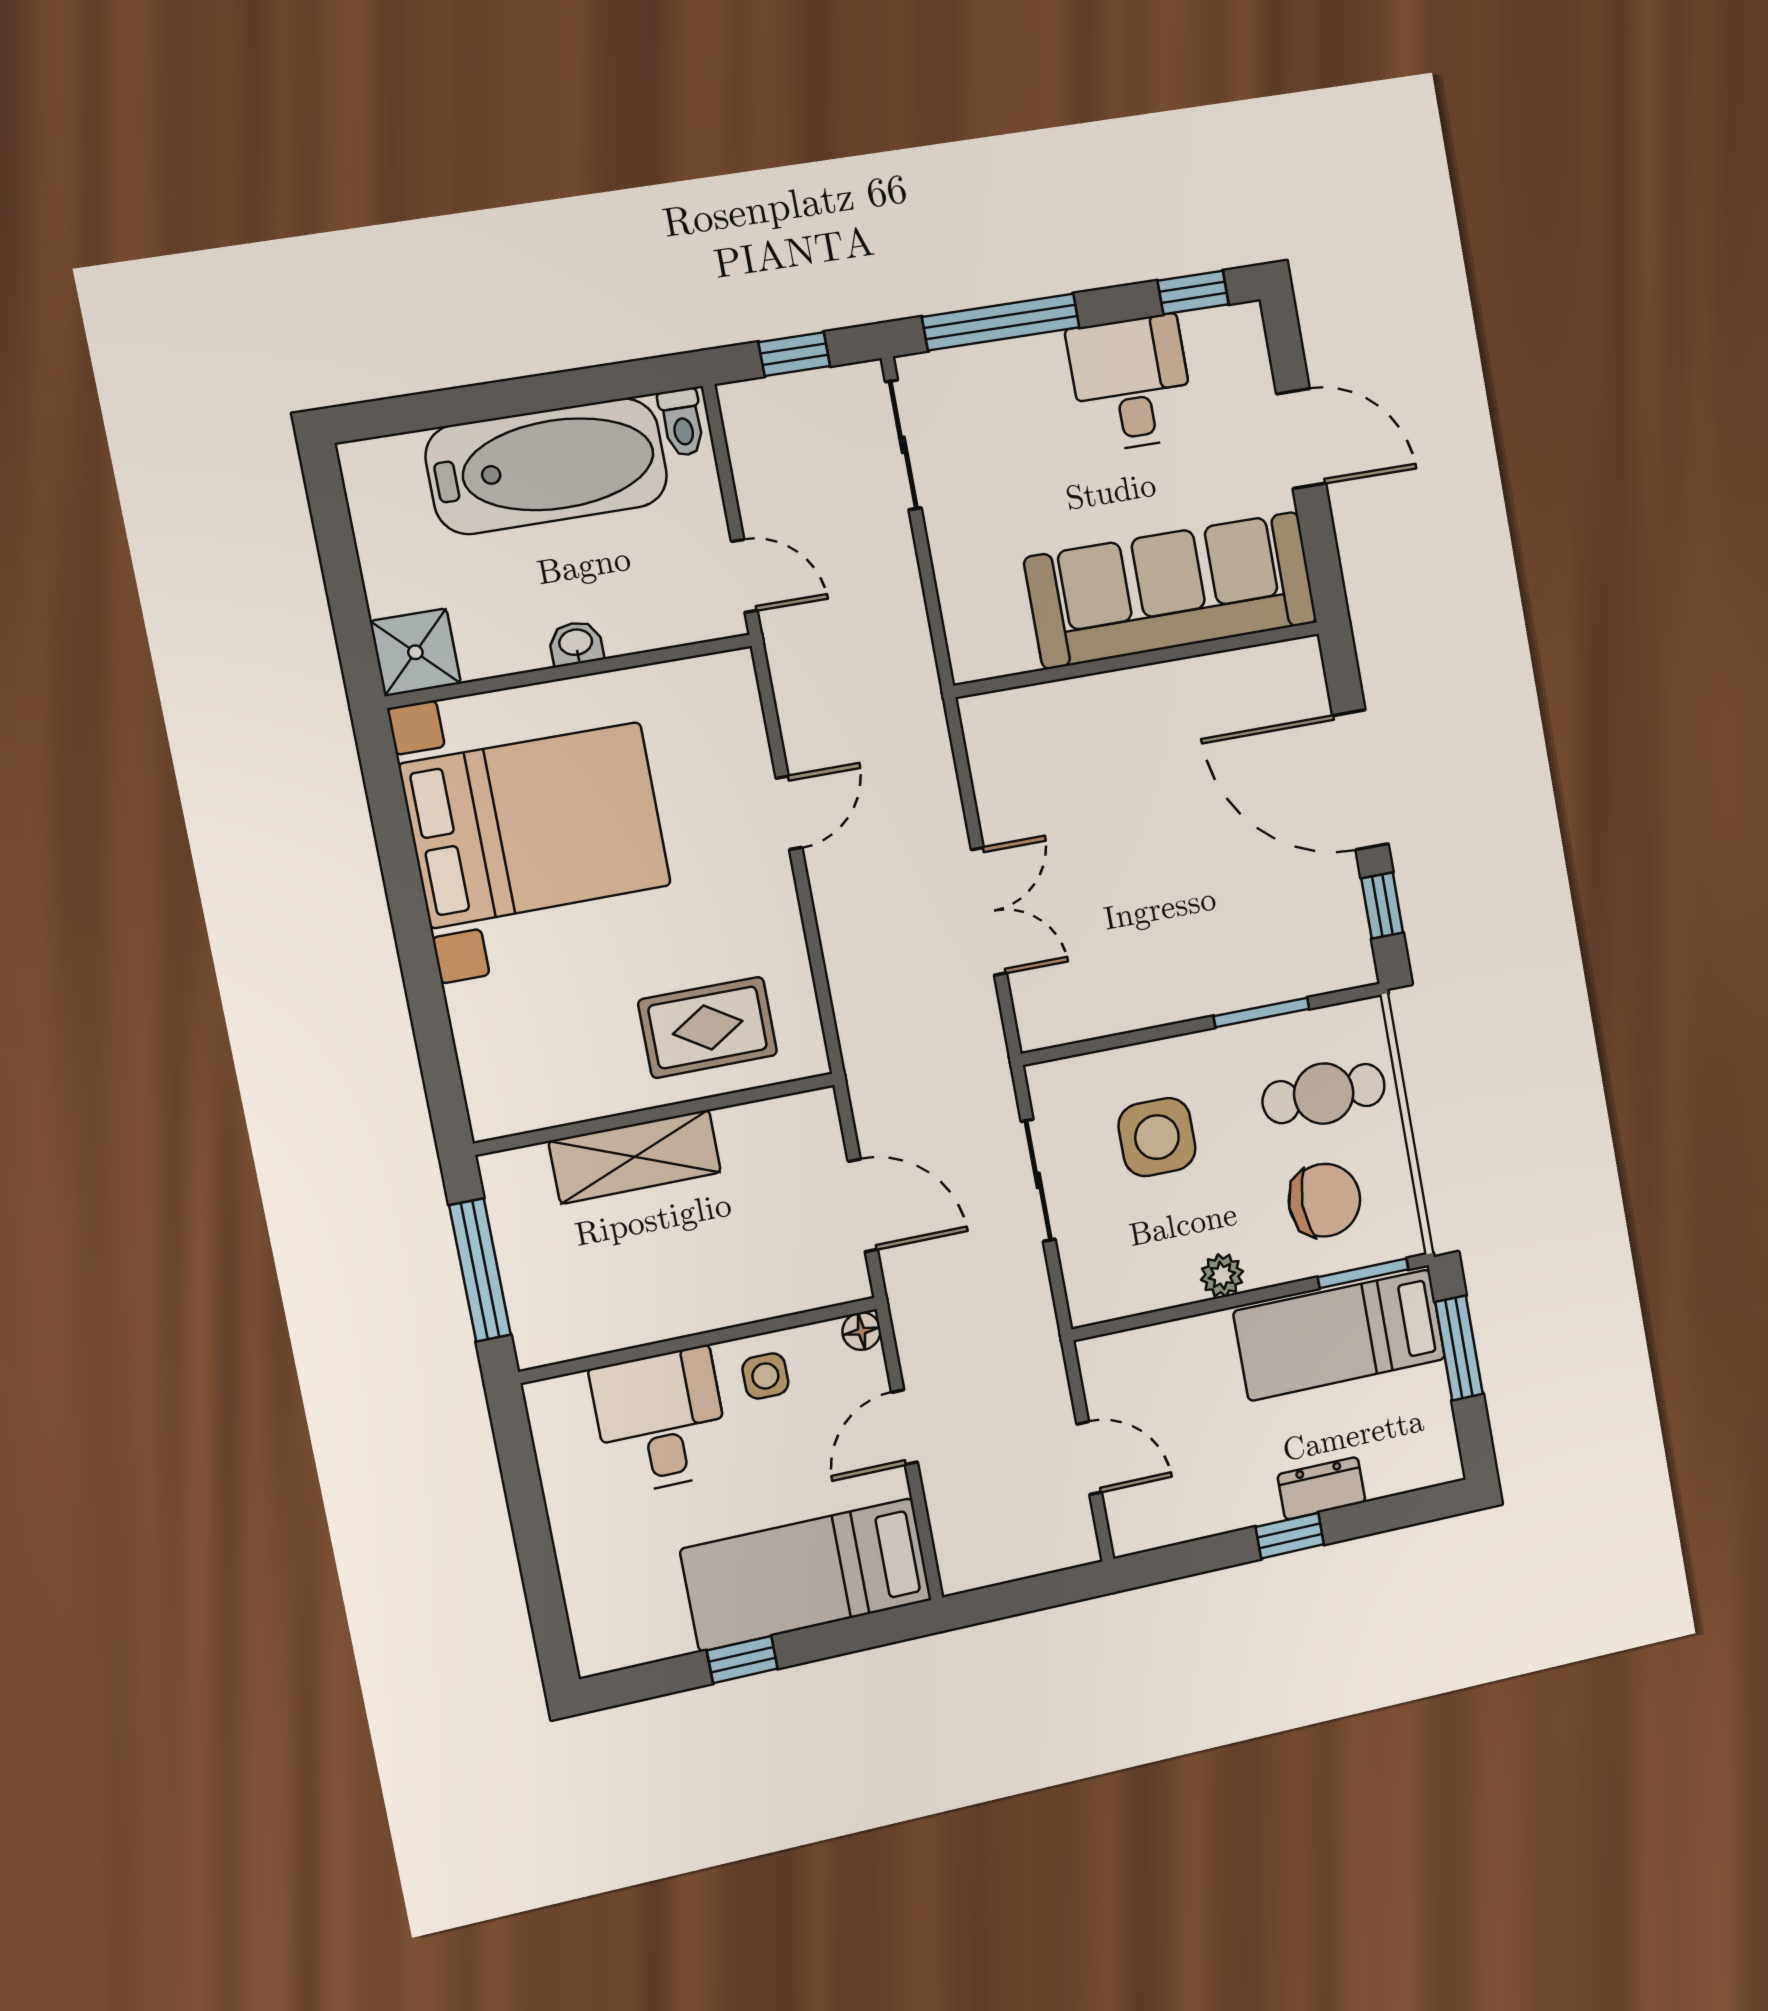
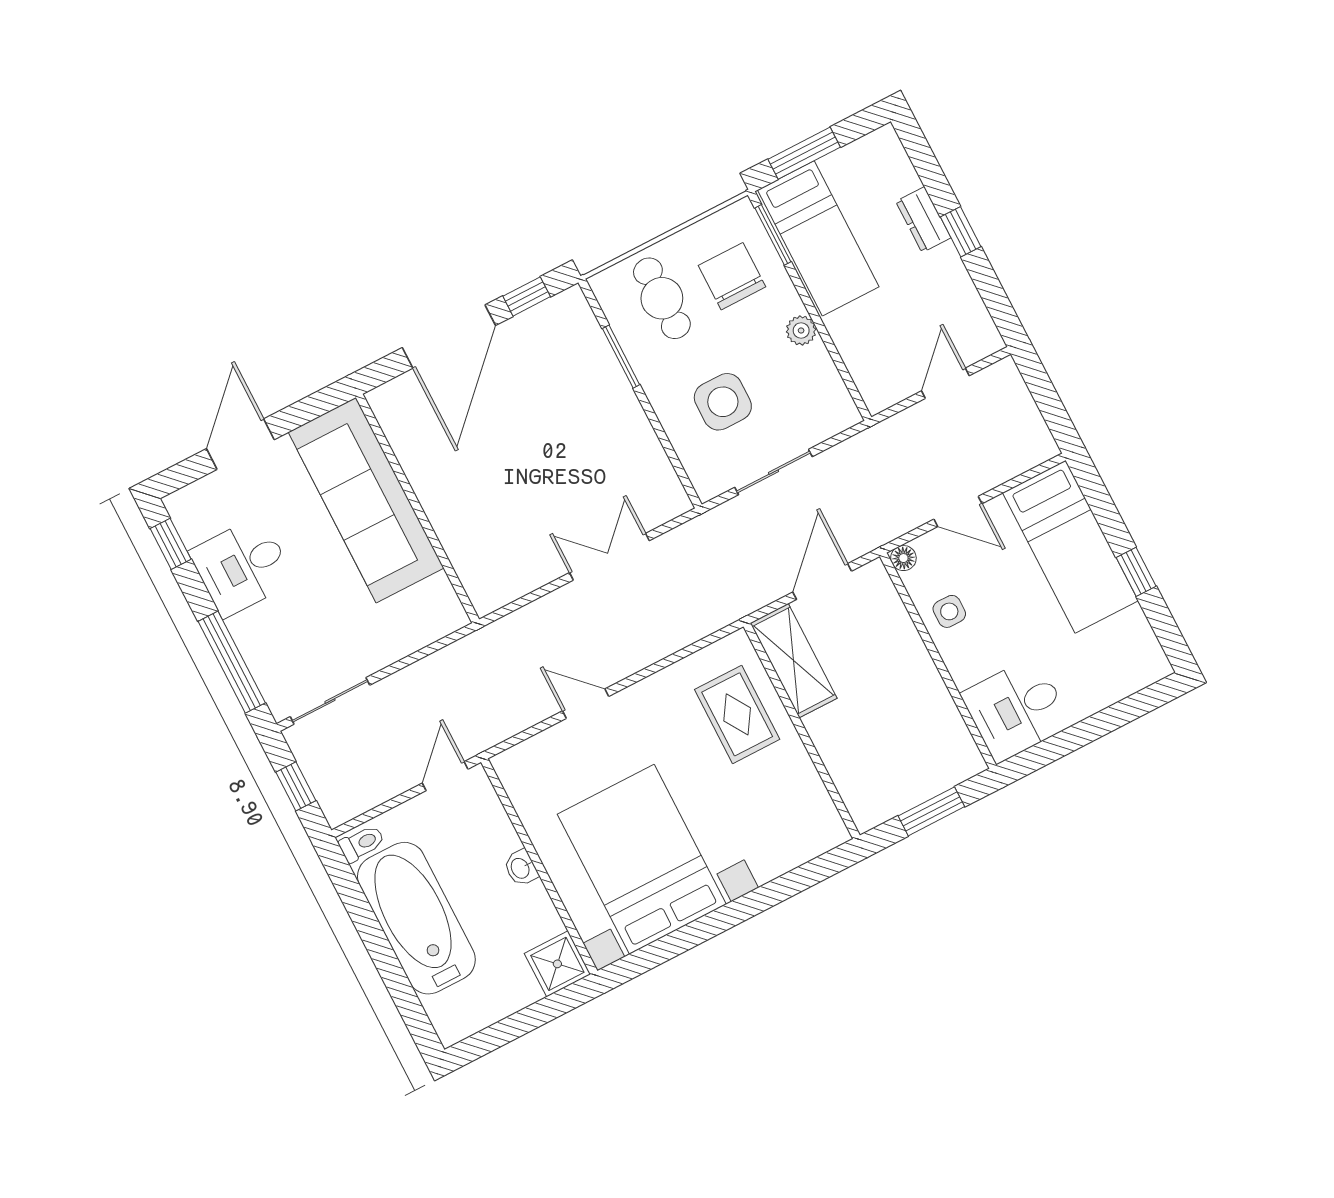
shelving: (635, 1157) -> (794, 661), moved
window: (480, 1270) -> (931, 811), width x0.69
desk: (661, 1421) -> (1016, 709), moved

